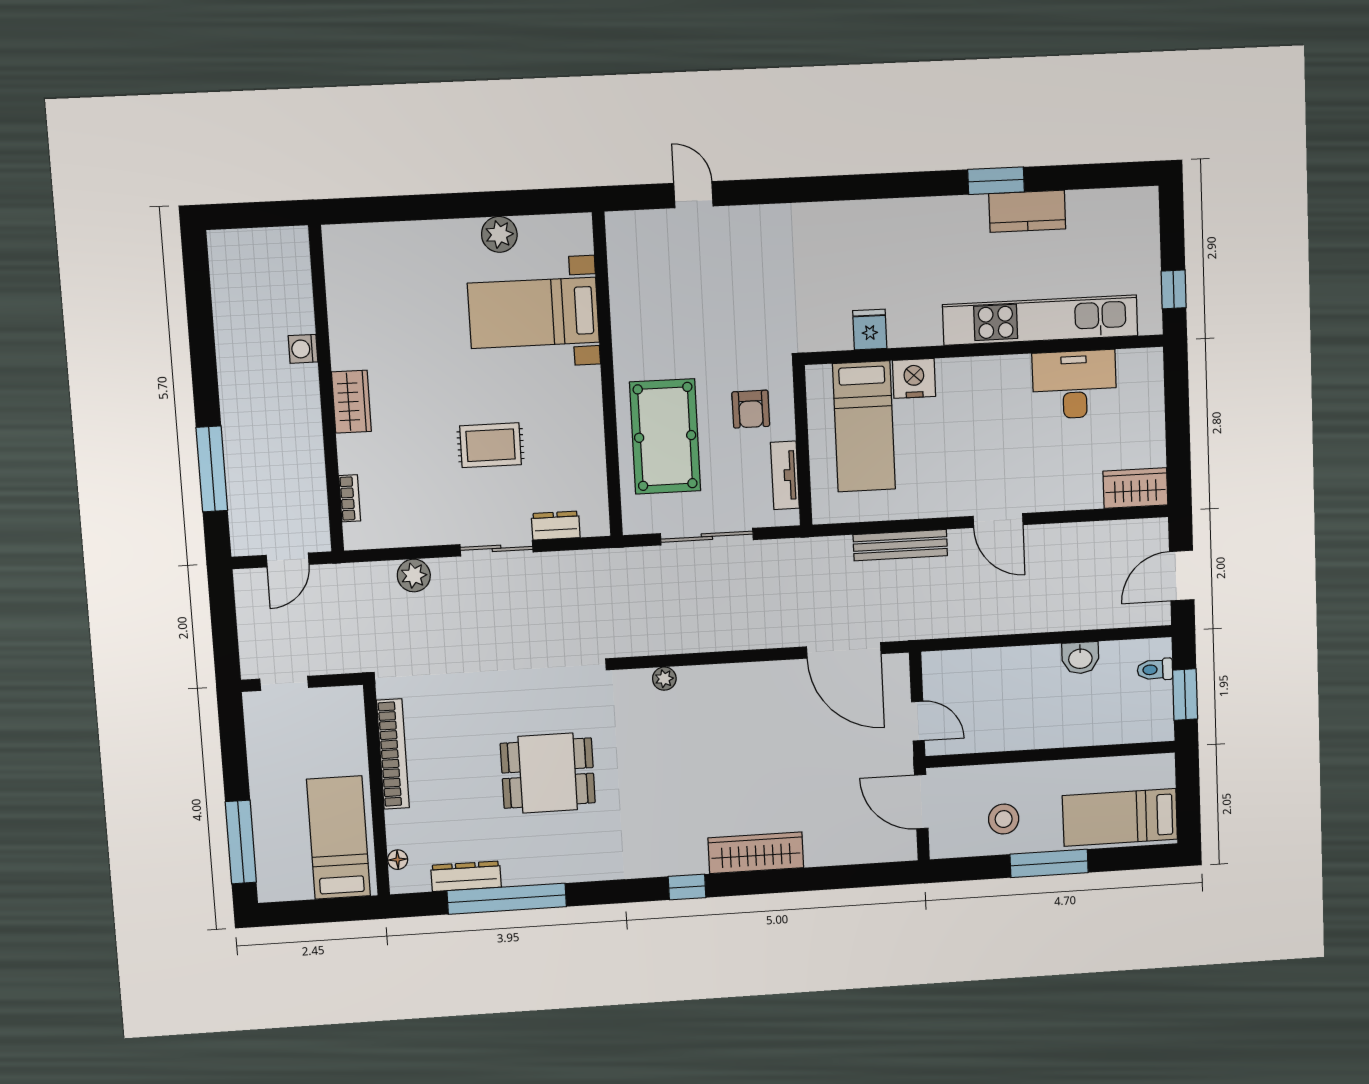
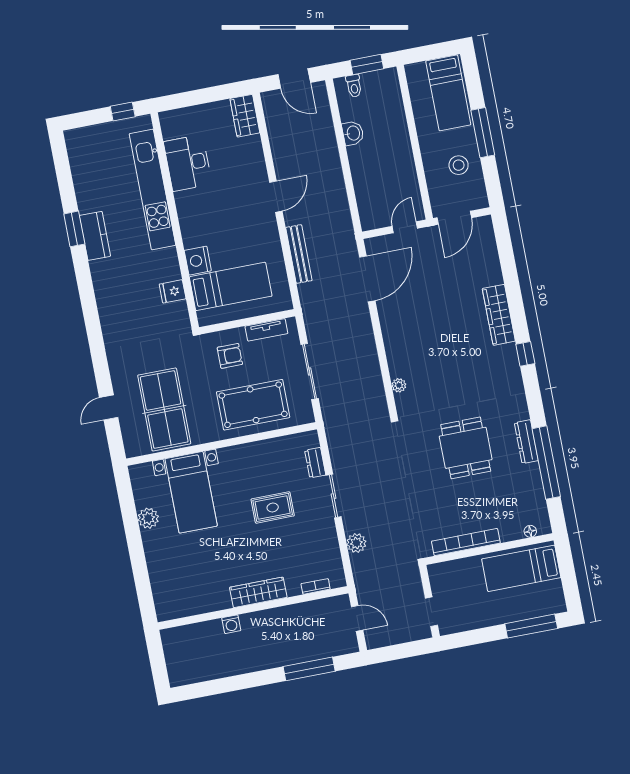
kitchen counter: (1027, 211) -> (95, 236), moved
table tennis table: (677, 287) -> (164, 409), added
wardrobe: (351, 402) -> (258, 592), width x1.50
rug: (491, 445) -> (273, 507), turned 90
dresser: (466, 876) -> (526, 442), moved

